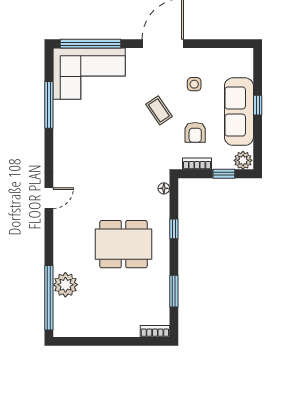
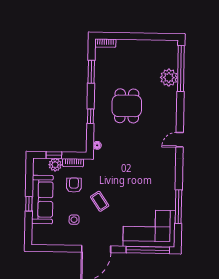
plant: (243, 160) -> (55, 165), moved
dining table: (123, 244) -> (127, 106), width x0.73

